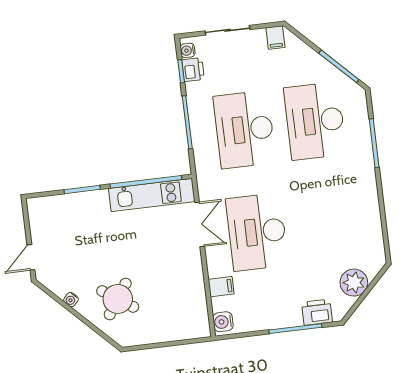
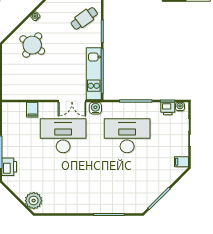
desk: (315, 121) -> (127, 180), removed
cafe table: (65, 221) -> (84, 18), added
plant: (354, 283) -> (34, 201), moved
water cooler: (223, 322) -> (95, 108), moved

